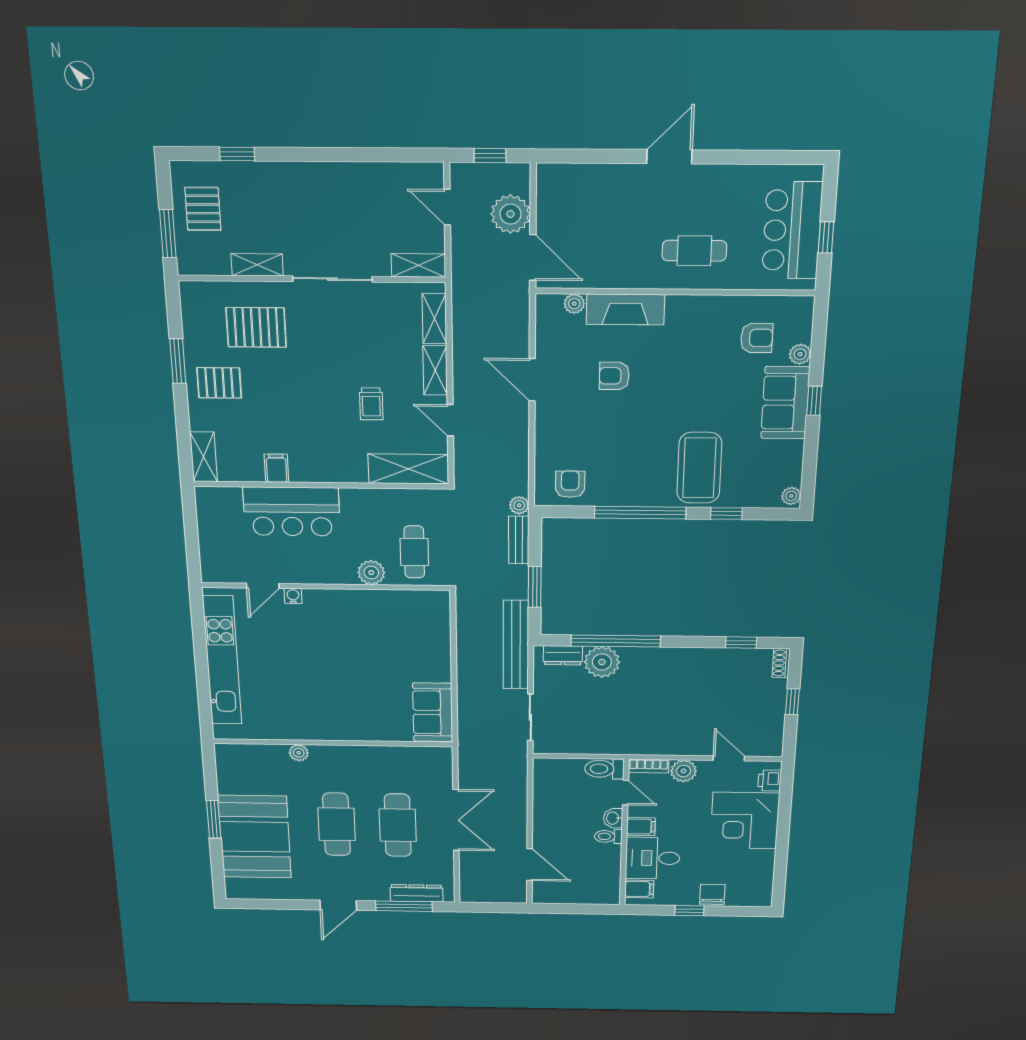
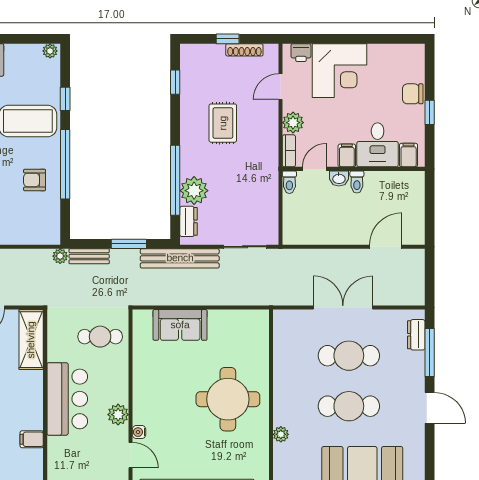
armchair: (570, 484) -> (35, 180), moved
bar counter: (292, 512) -> (67, 399), moved
plant: (371, 573) -> (118, 415), moved
shoe rack: (781, 663) -> (244, 50), moved, width x1.43
rug: (686, 695) -> (223, 123), added
round table: (339, 696) -> (228, 399), added
sofa: (433, 712) -> (180, 325), moved
toilet: (604, 769) -> (289, 182), width x0.73, depth x0.72
dresser: (417, 893) -> (416, 335), width x0.70

